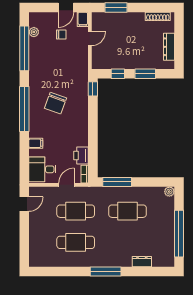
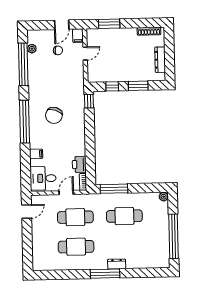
dresser: (142, 262) -> (117, 264), moved

